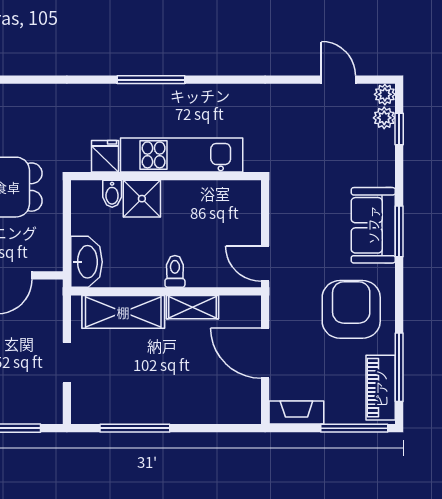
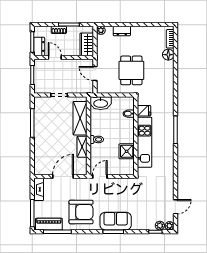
shower: (142, 199) -> (127, 151), moved

